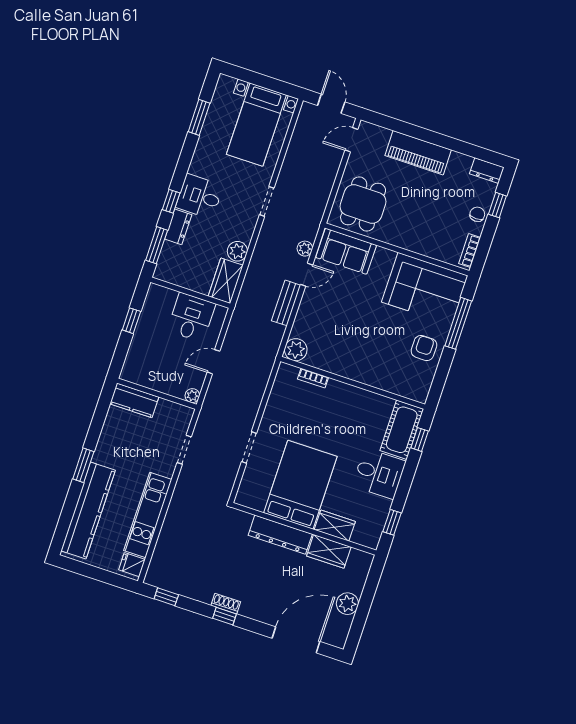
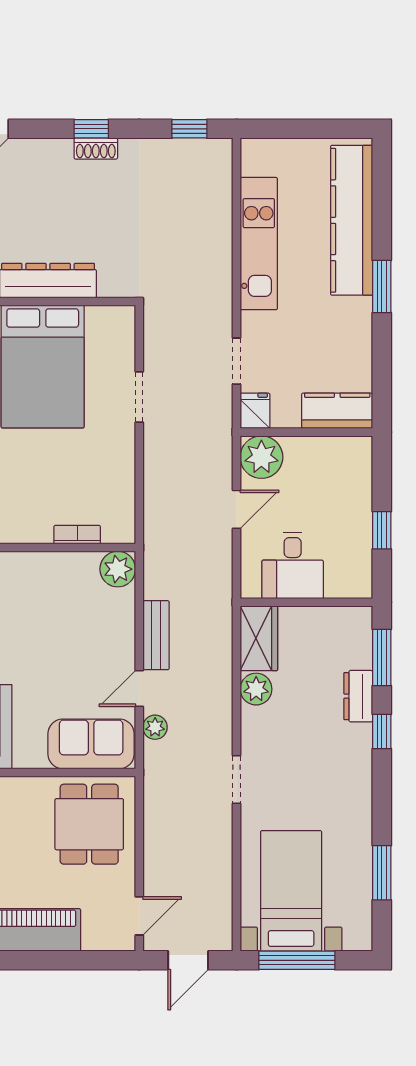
window: (267, 82) -> (297, 960), added
door: (331, 104) -> (188, 960), hinge flipped
desk: (200, 196) -> (341, 753), removed
plant: (192, 396) -> (261, 457), width x1.87, depth x1.87
fridge: (132, 565) -> (255, 411), moved, turned -90

